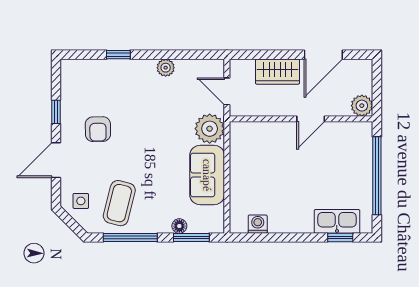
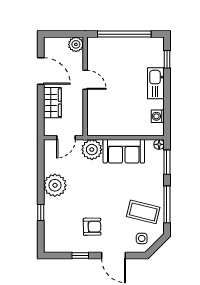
plant: (166, 68) -> (55, 185), width x1.87, depth x1.87
kitchen sink: (337, 221) -> (156, 83), moved
floor lamp: (179, 226) -> (159, 144), moved

